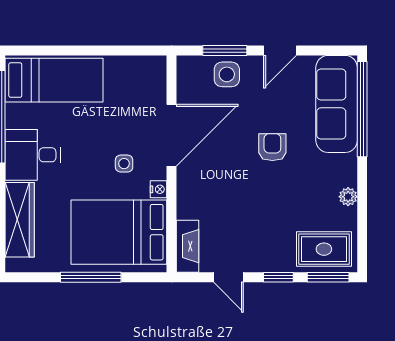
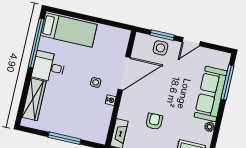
sofa: (337, 104) -> (211, 94), moved
window: (362, 109) -> (227, 82), width x0.68
armchair: (272, 147) -> (154, 121), moved
bed: (119, 232) -> (85, 118), removed

